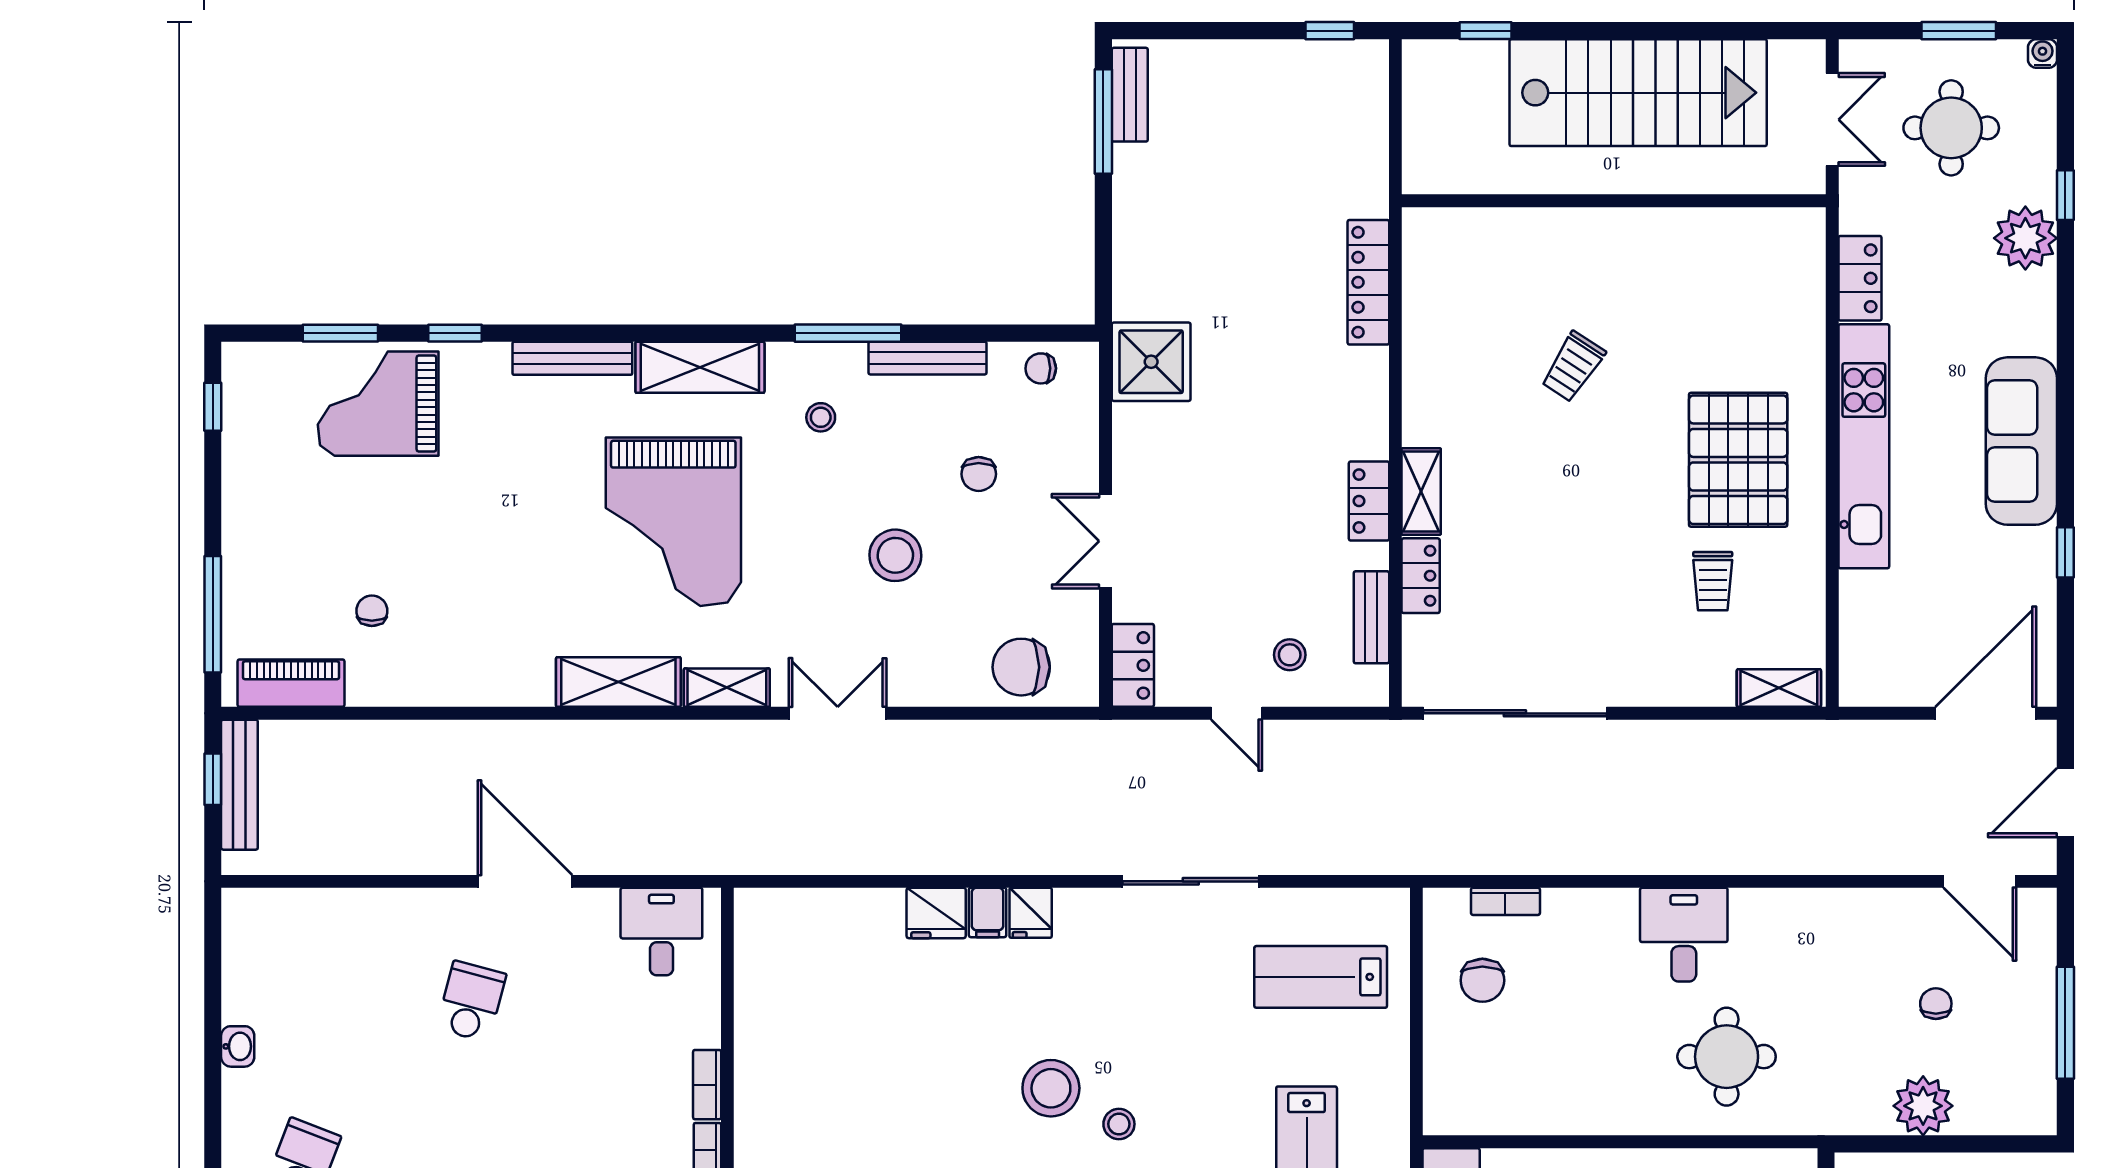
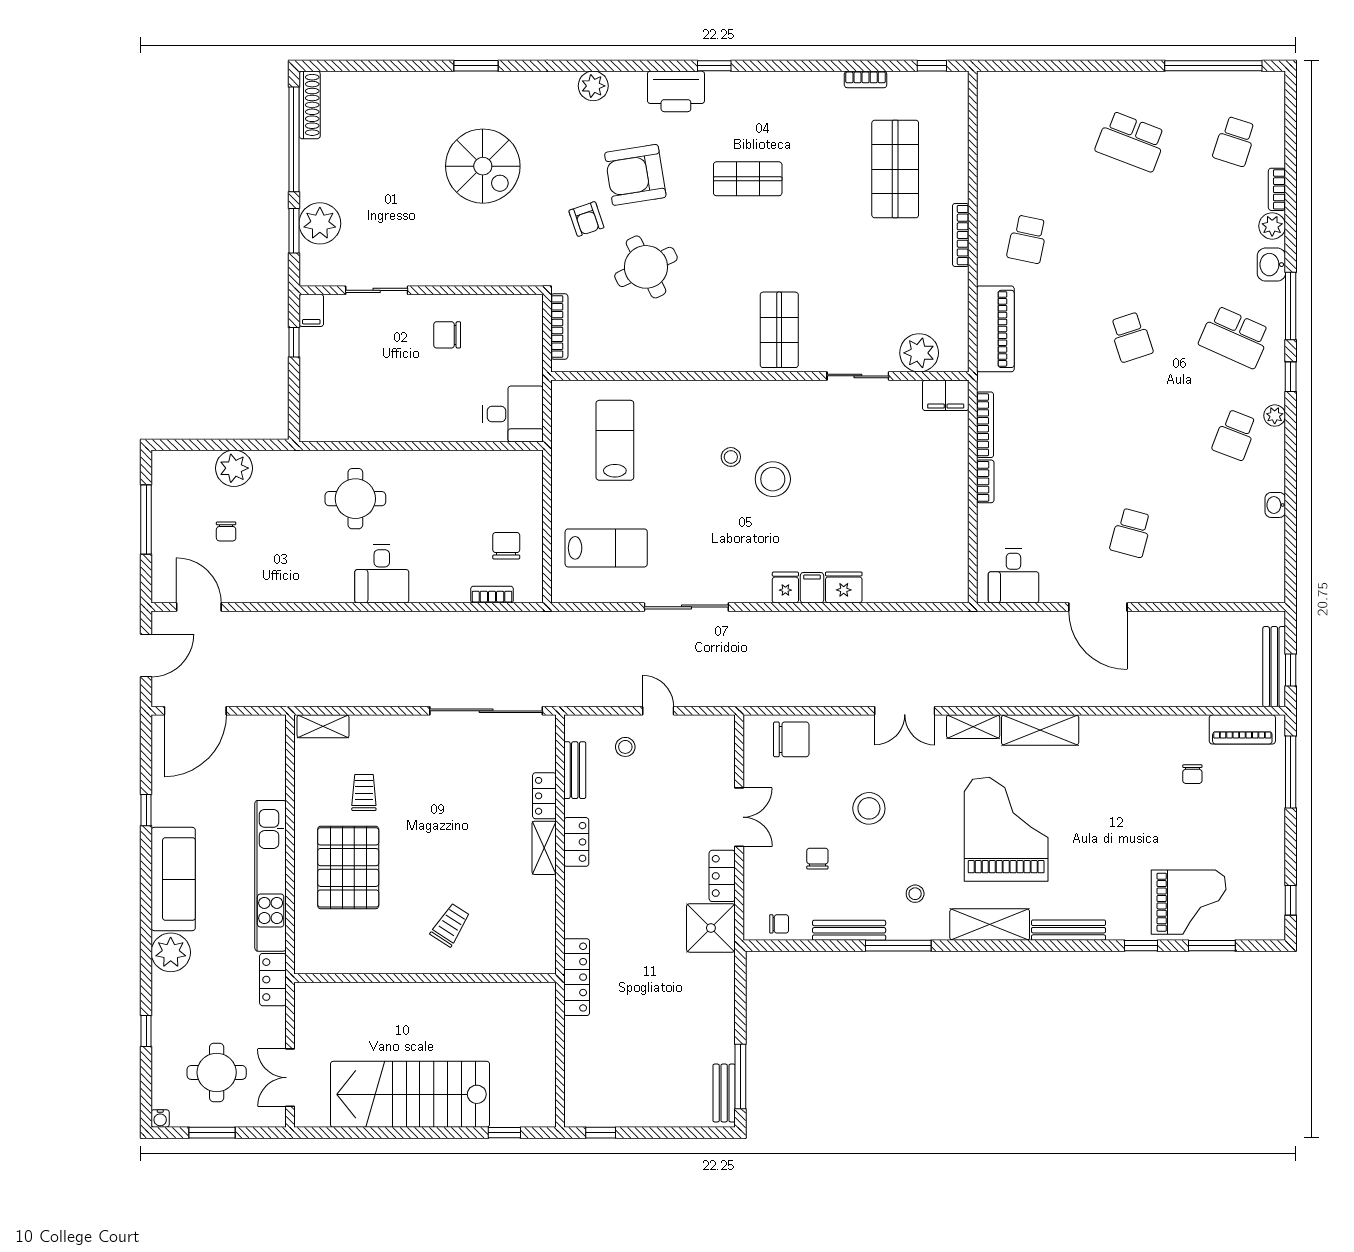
wall: (1614, 201) -> (425, 978), moved
plant: (2025, 238) -> (171, 952), moved
locker: (1133, 665) -> (722, 876), moved

